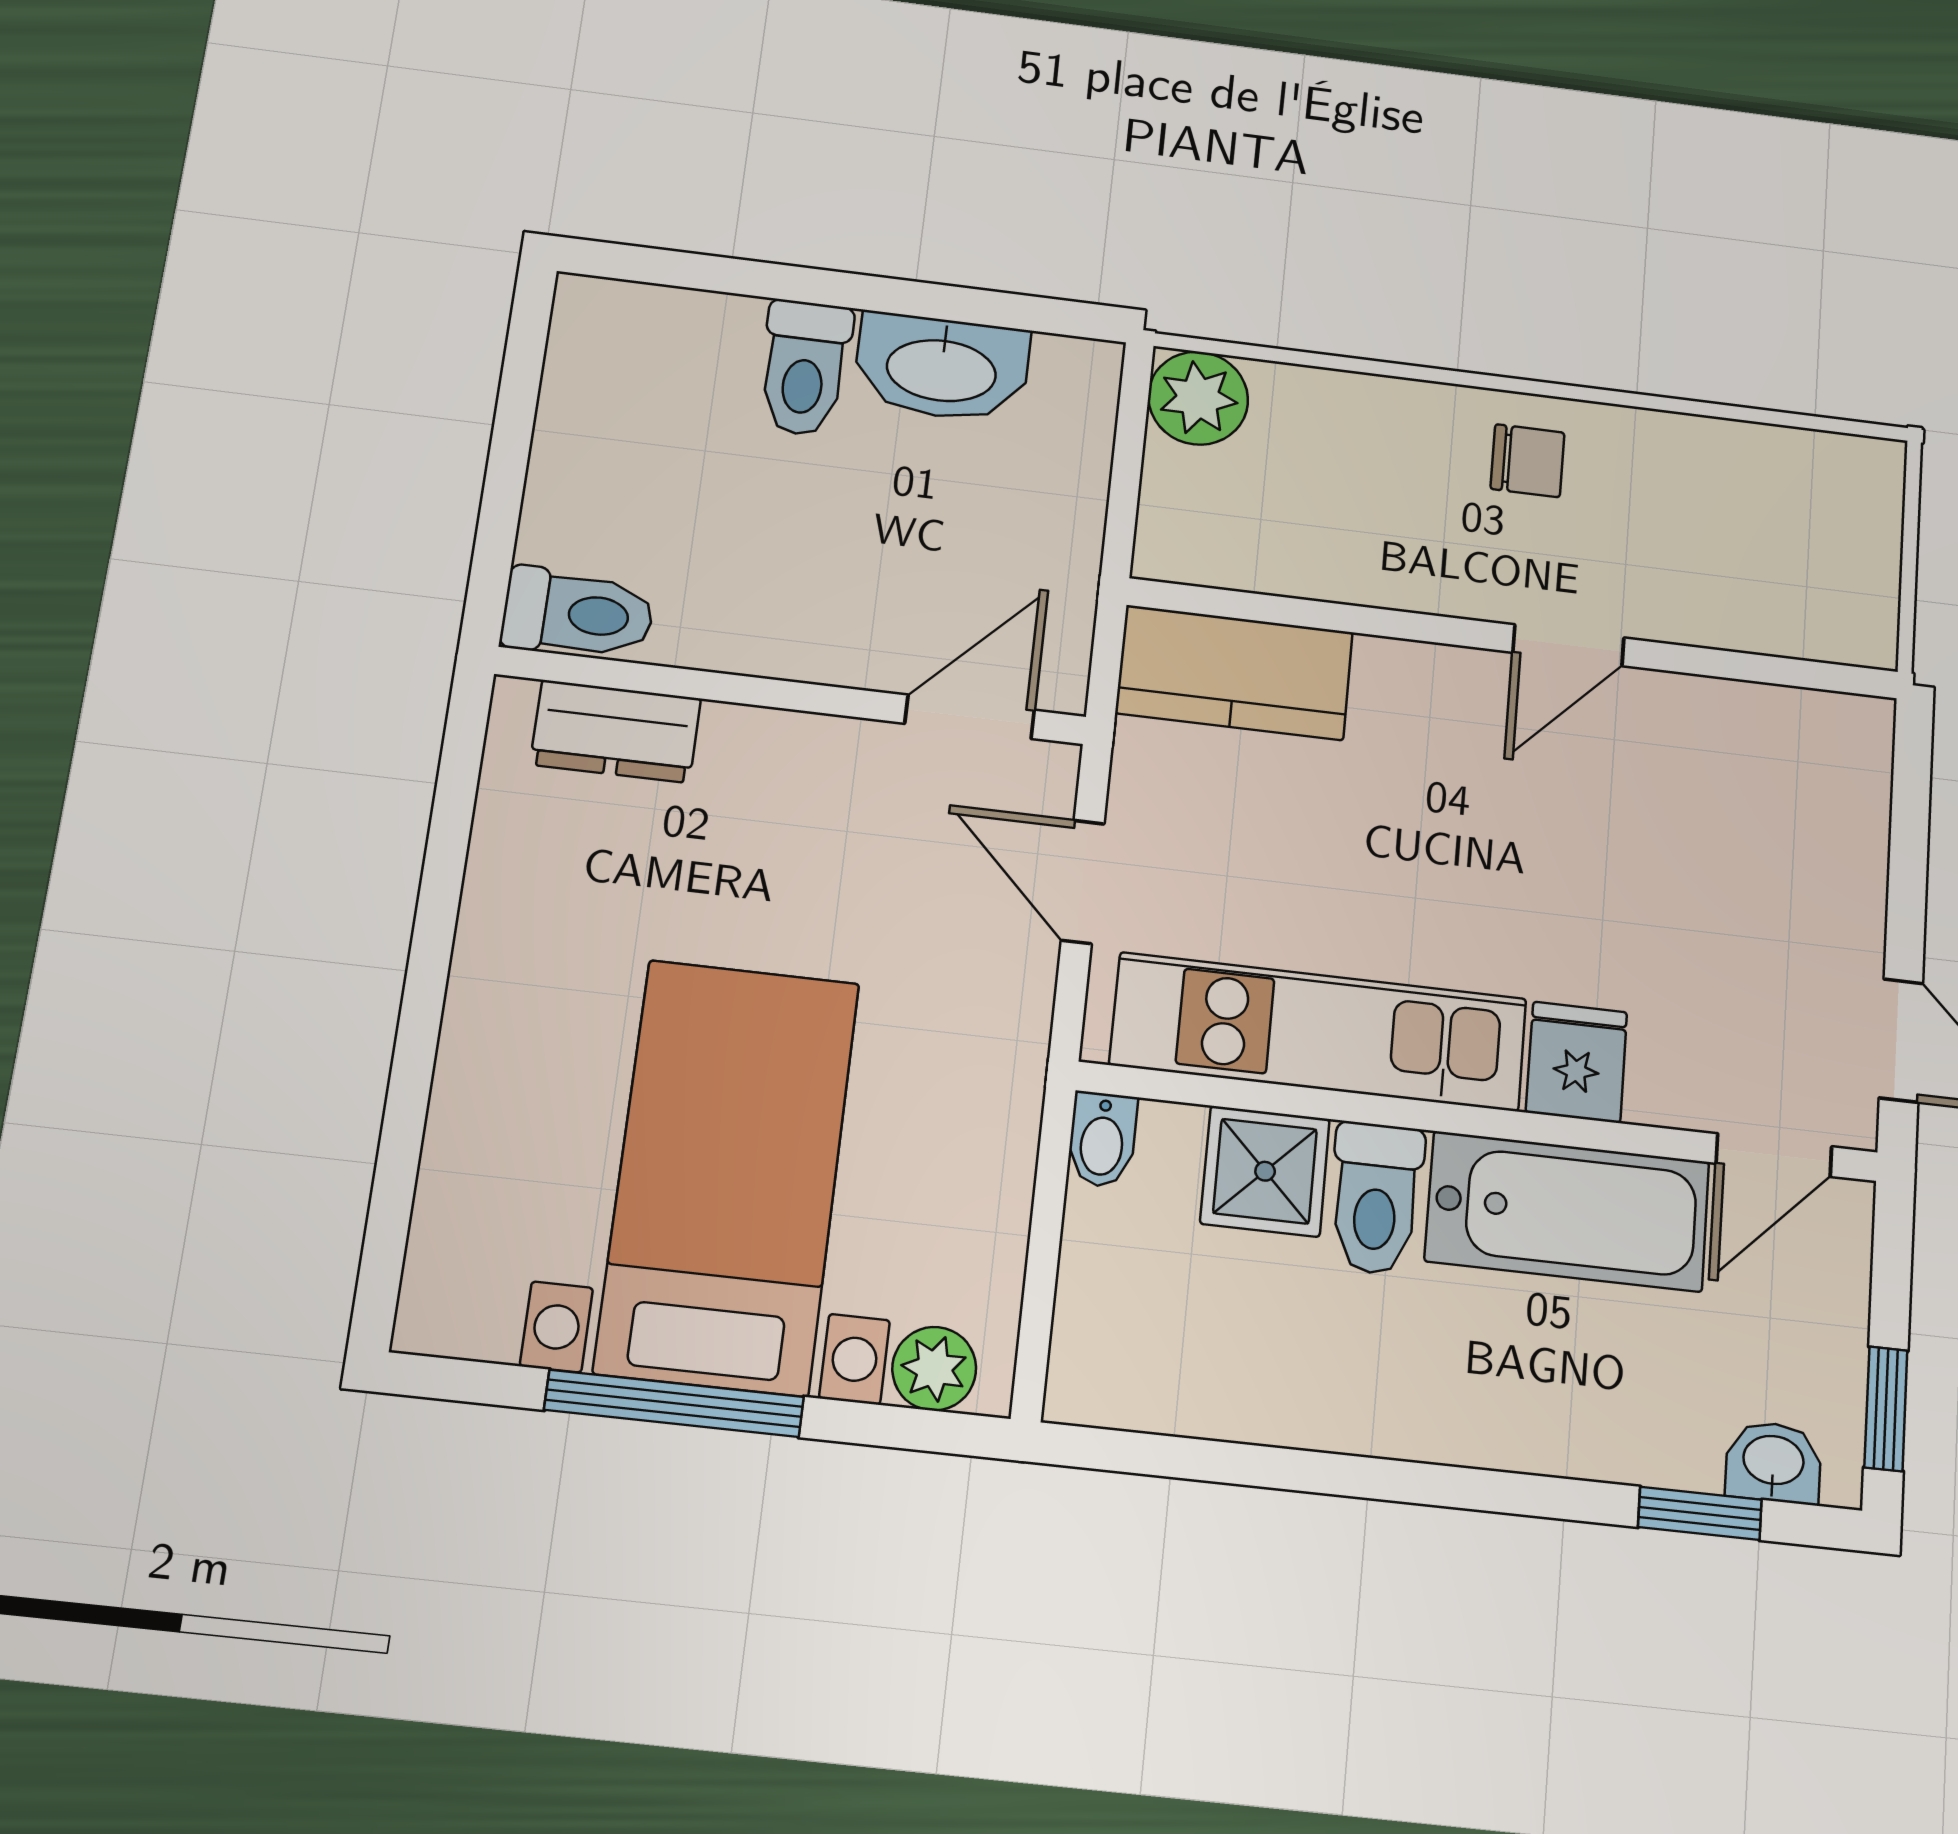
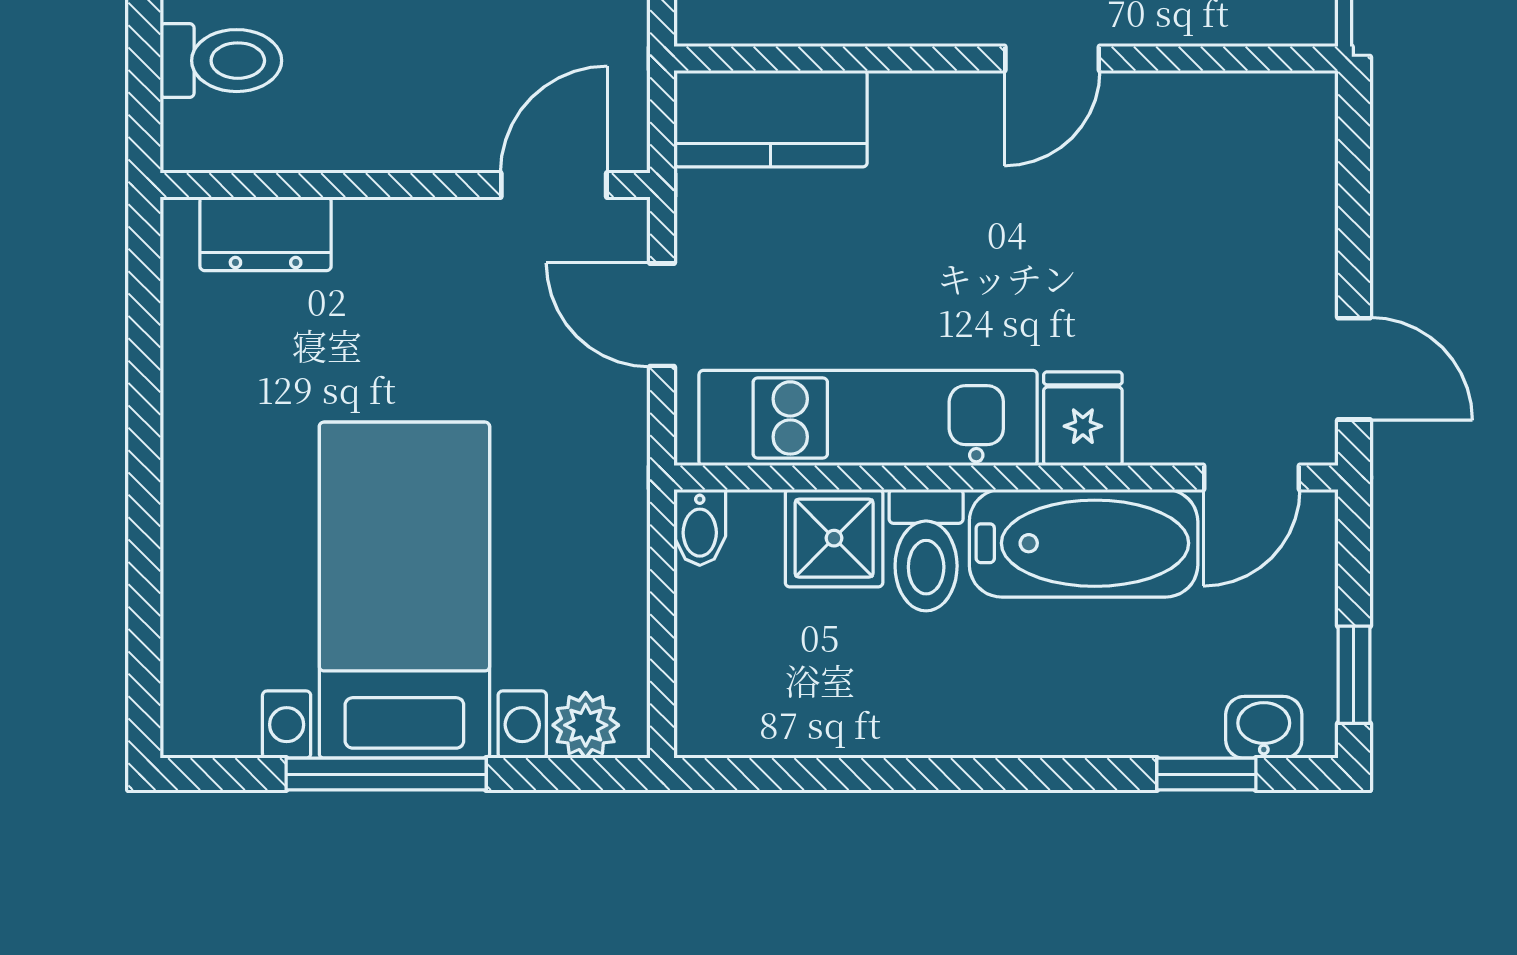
toilet: (578, 614) -> (221, 61), moved

